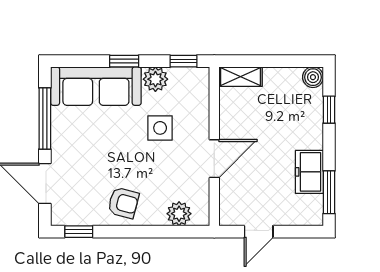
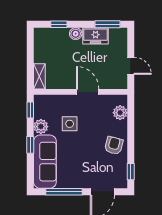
boiler: (313, 77) -> (76, 34), moved

